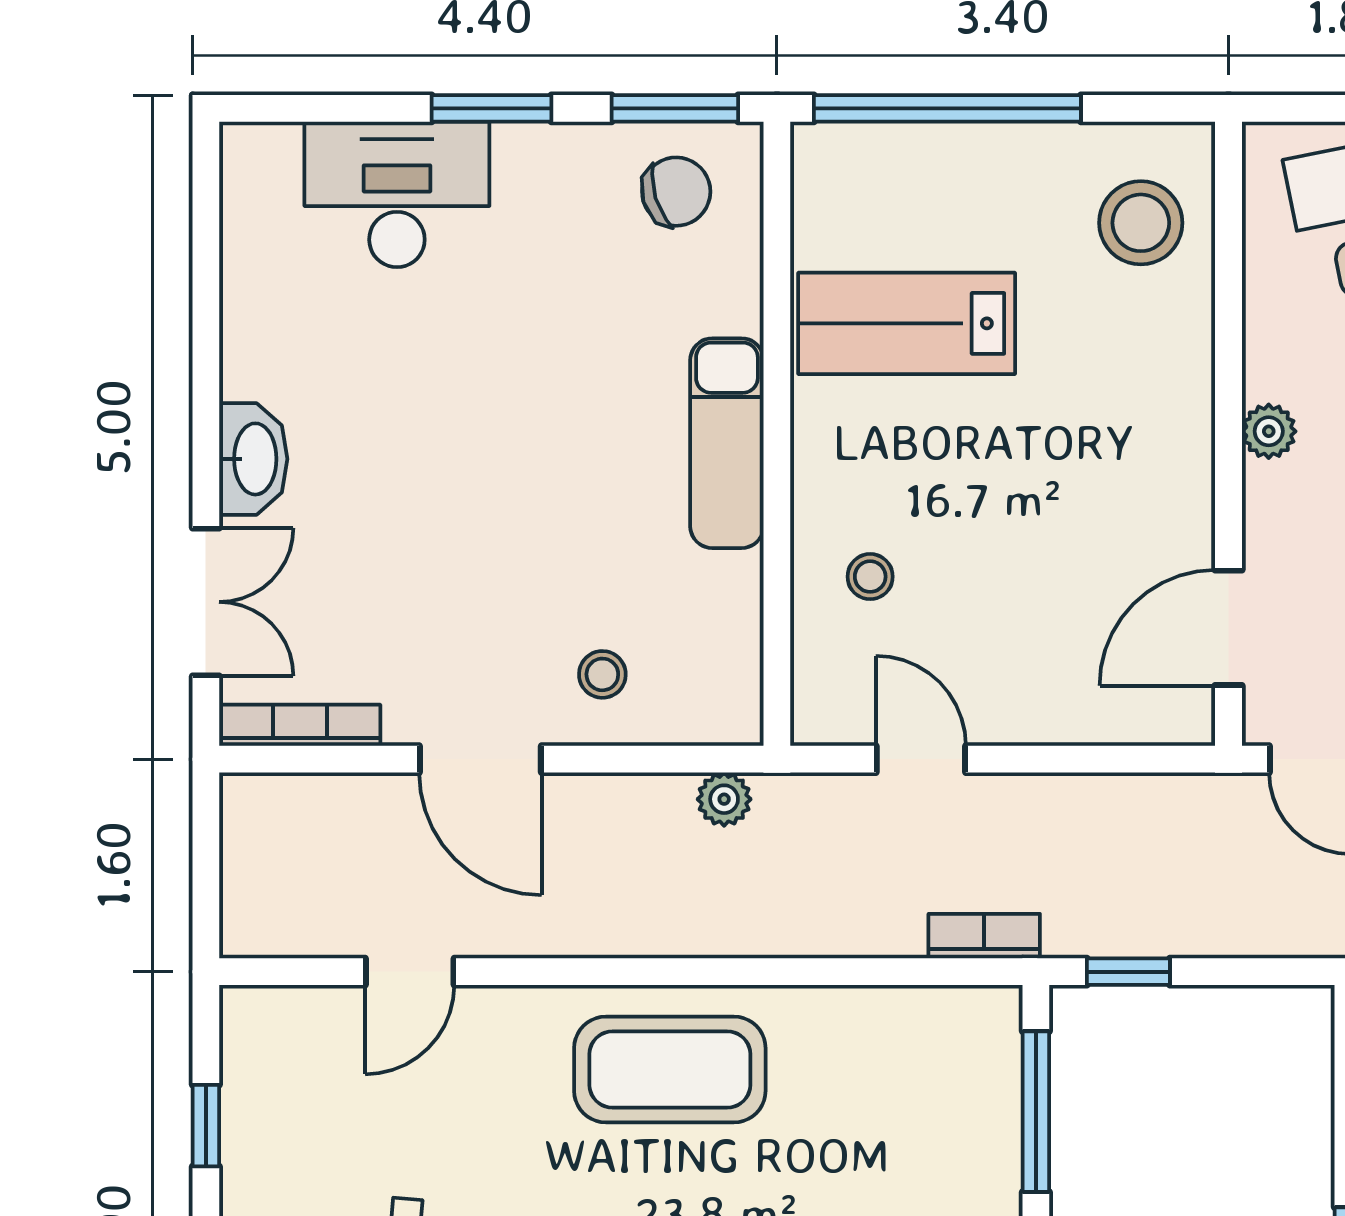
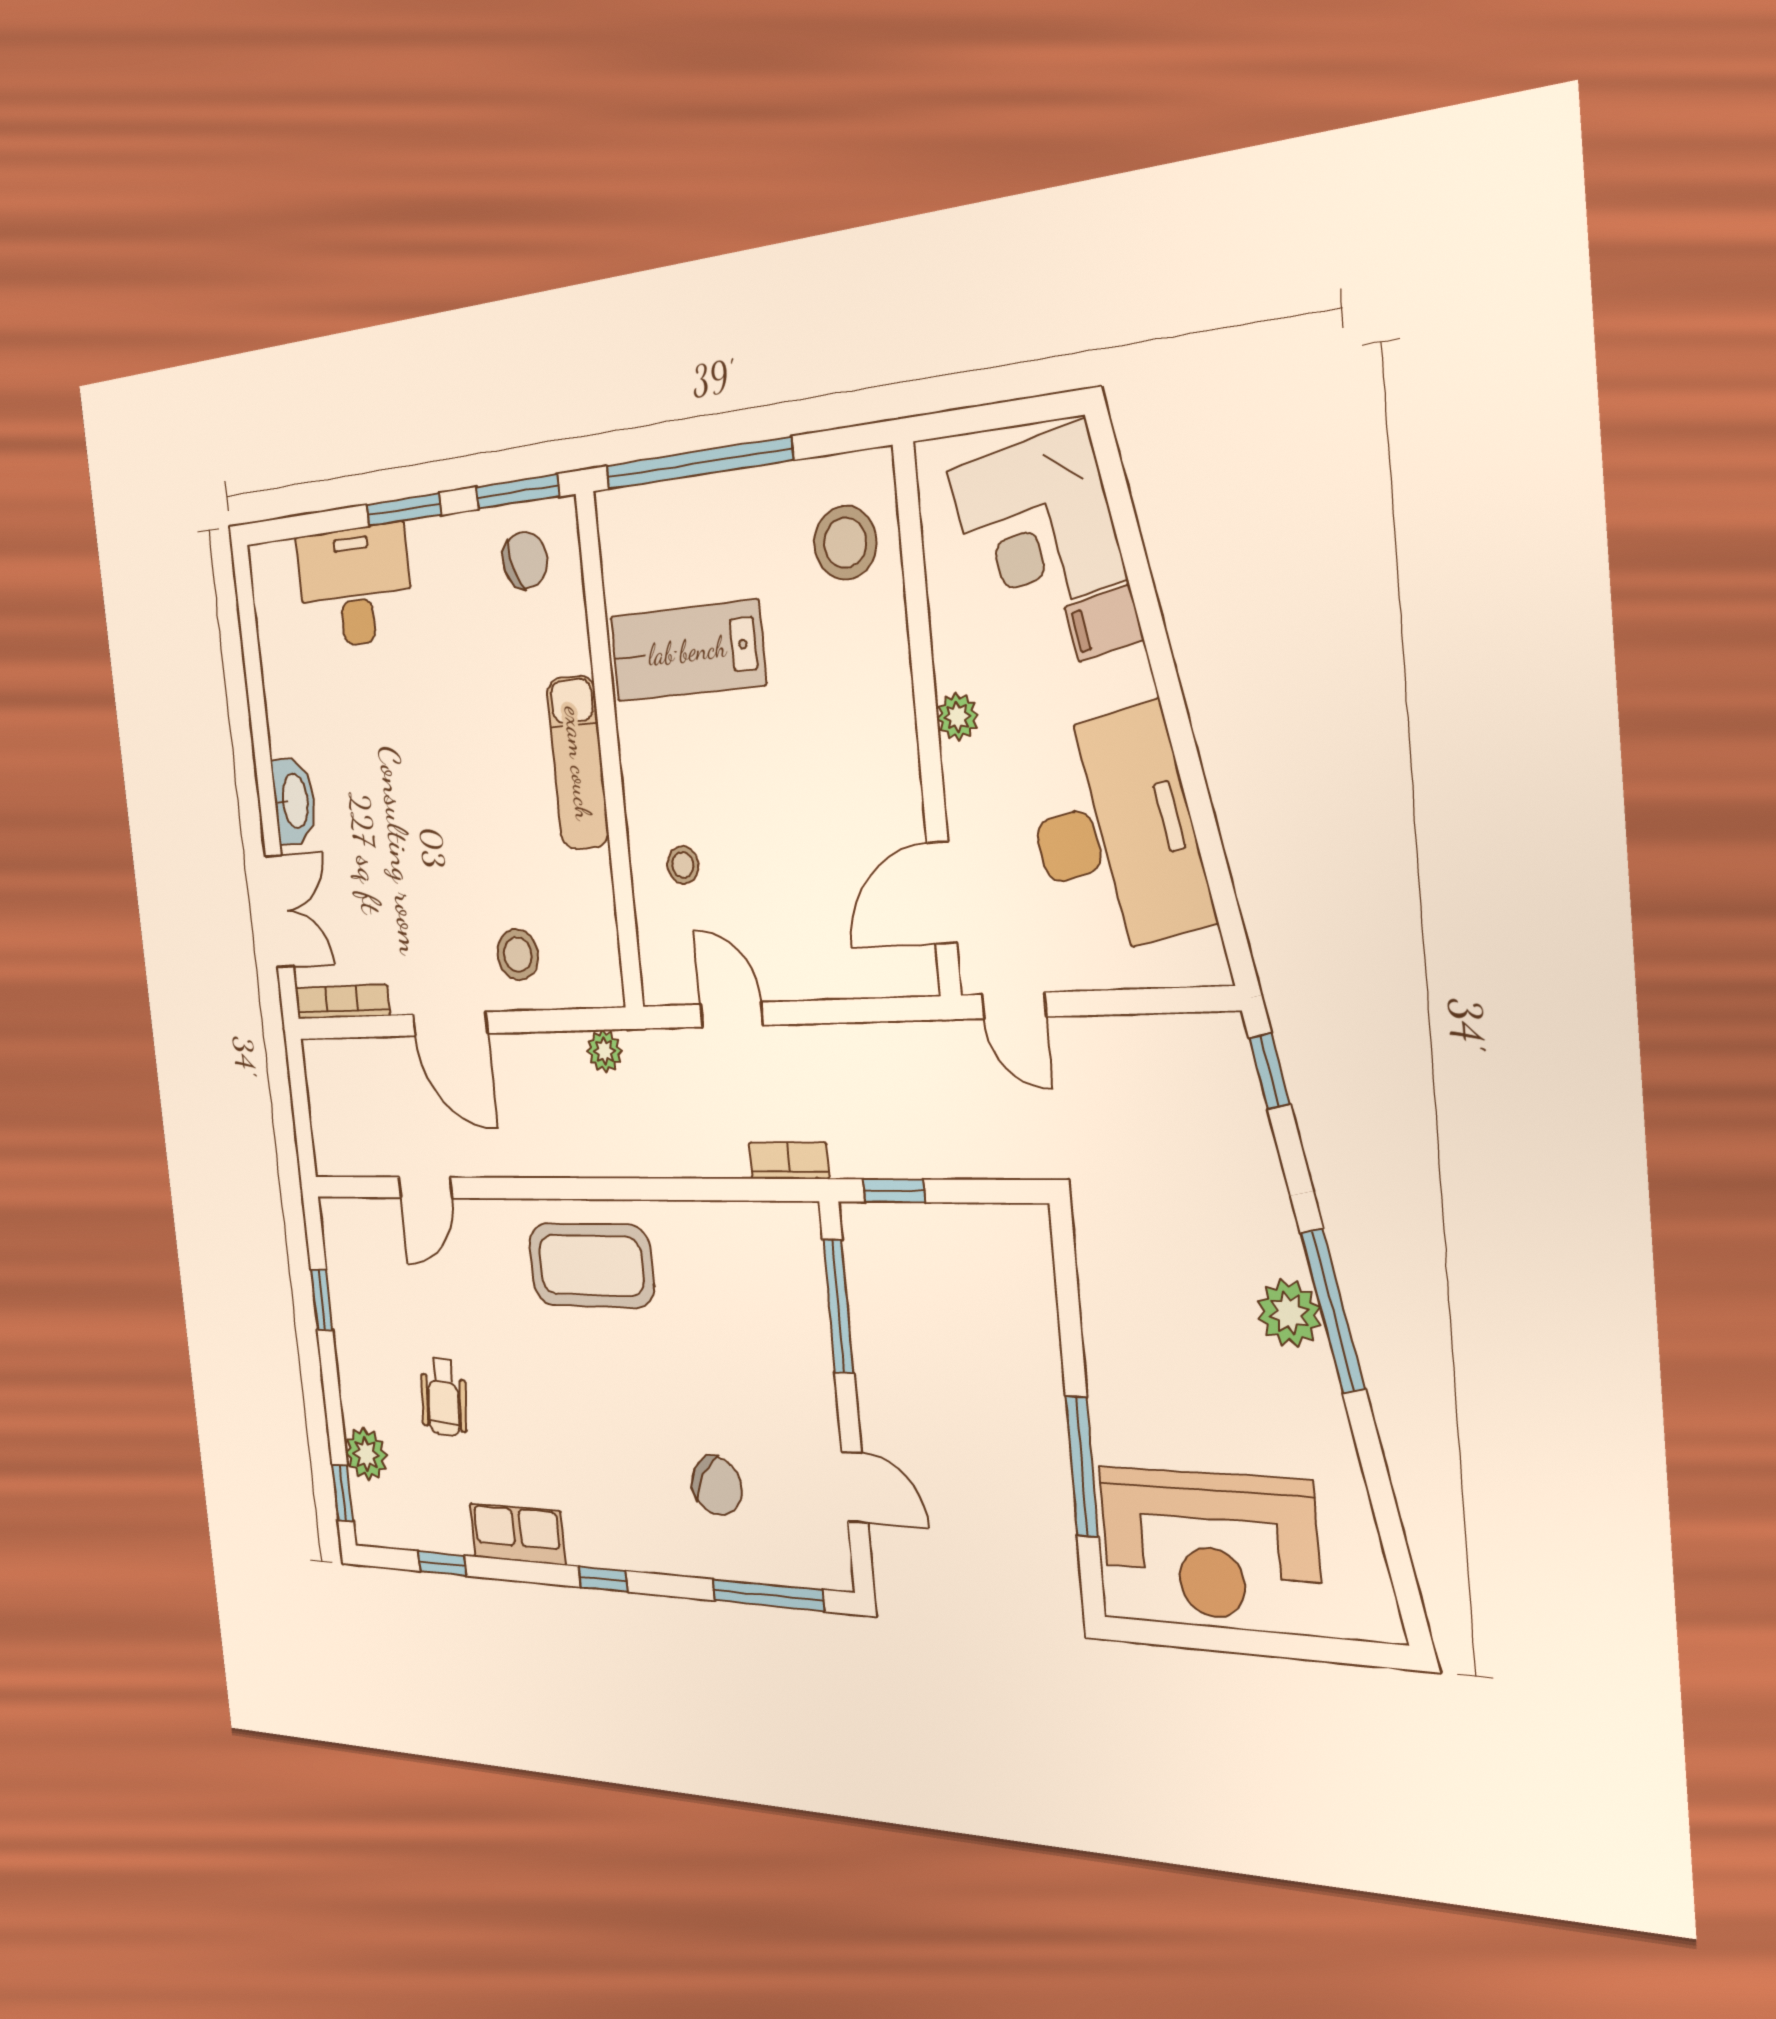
stool: (602, 674) -> (518, 954), width x1.37, depth x1.37

